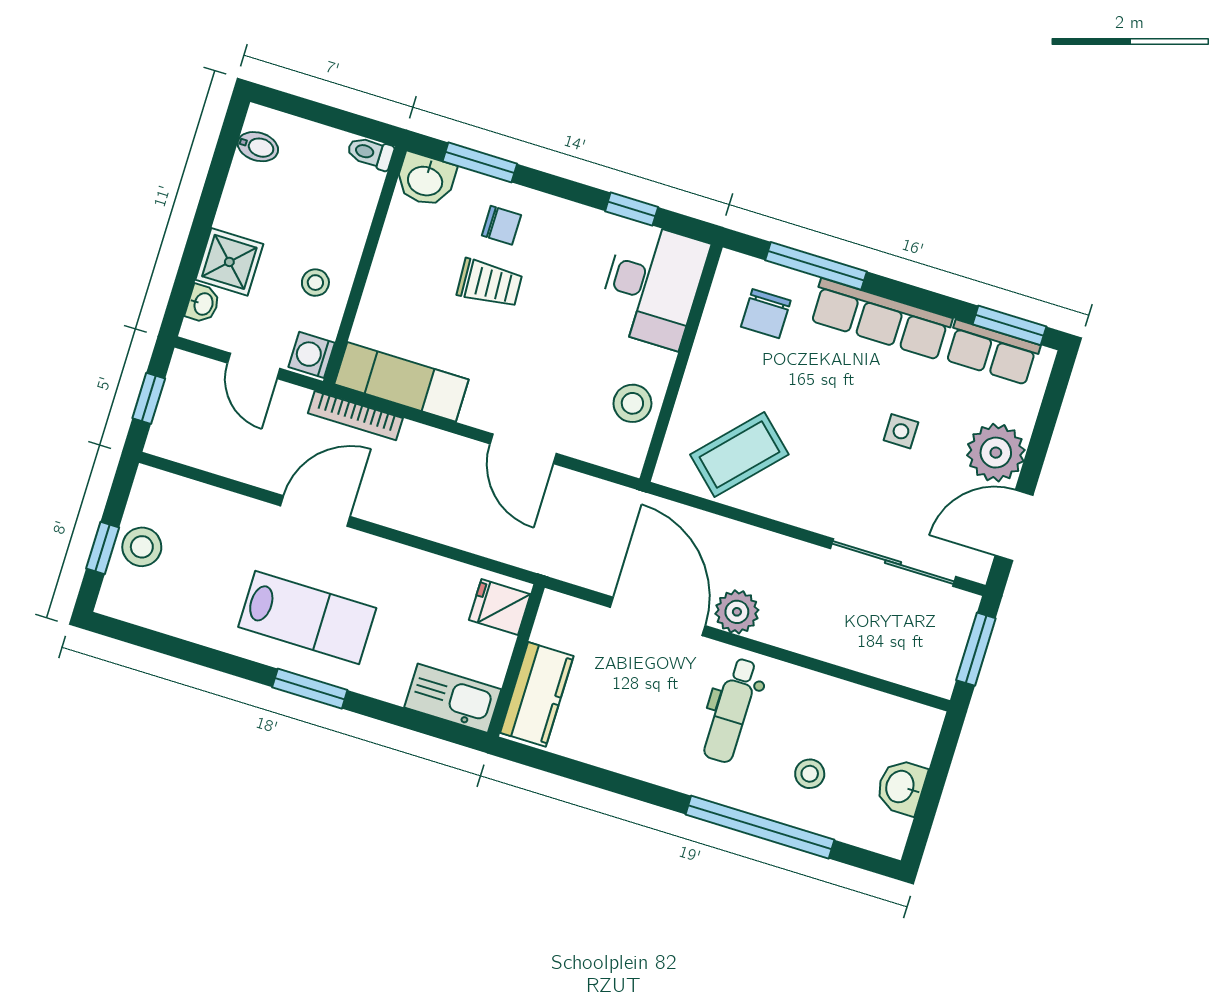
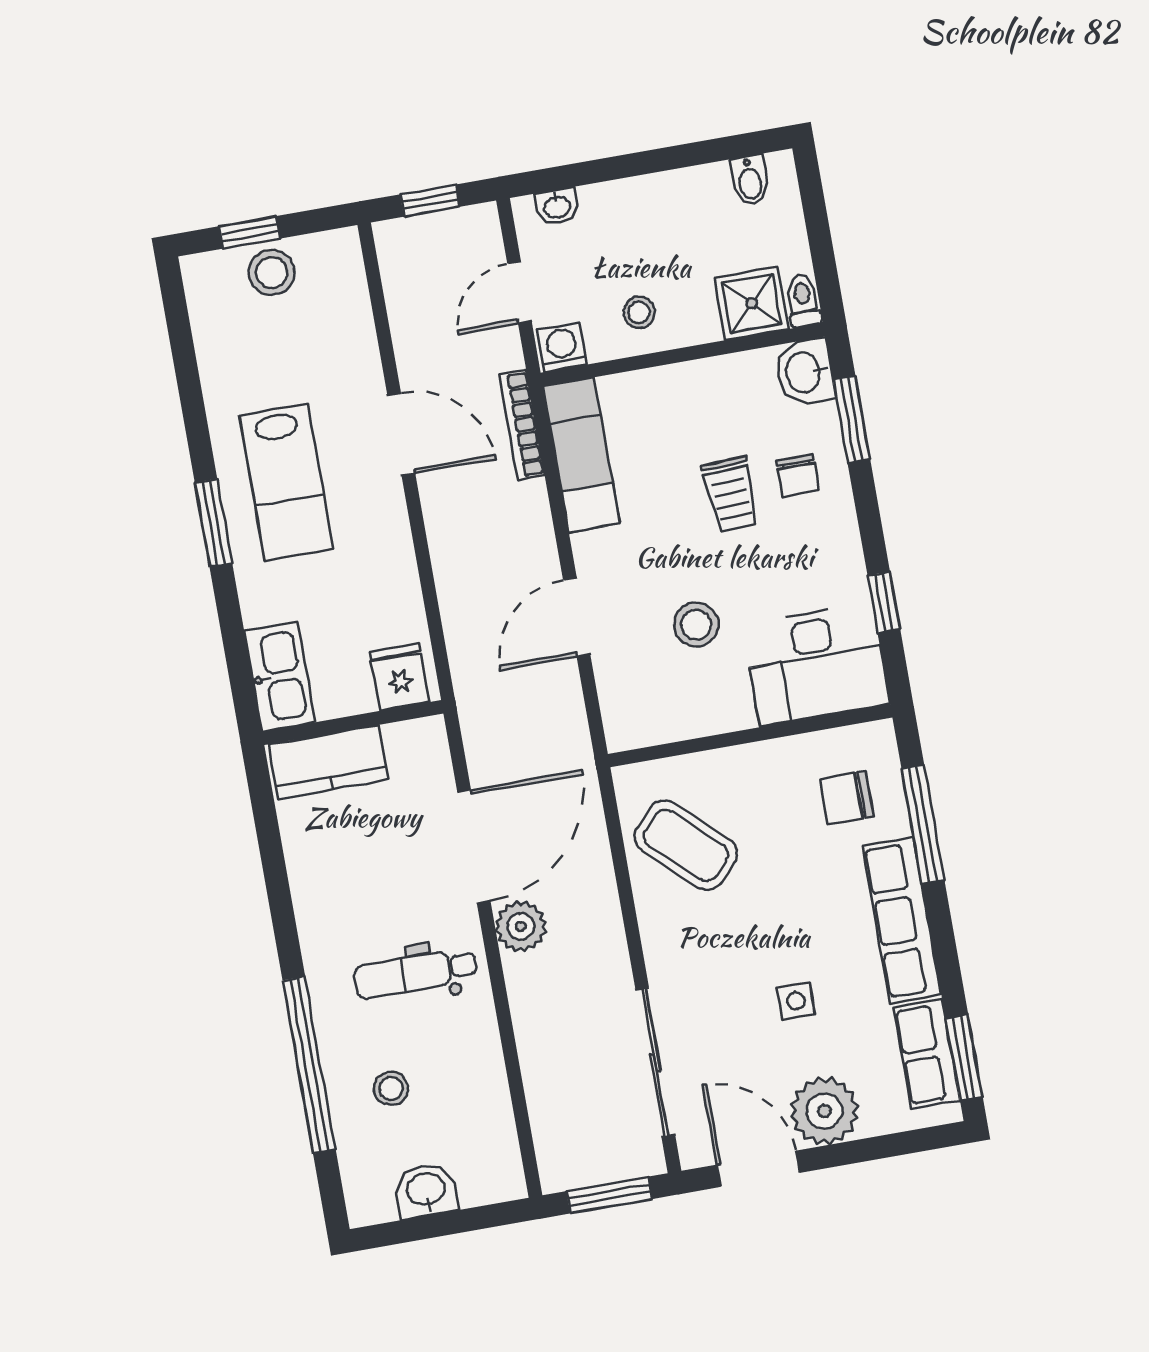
shower: (229, 262) -> (752, 303), moved
stool: (632, 403) -> (696, 625), moved

